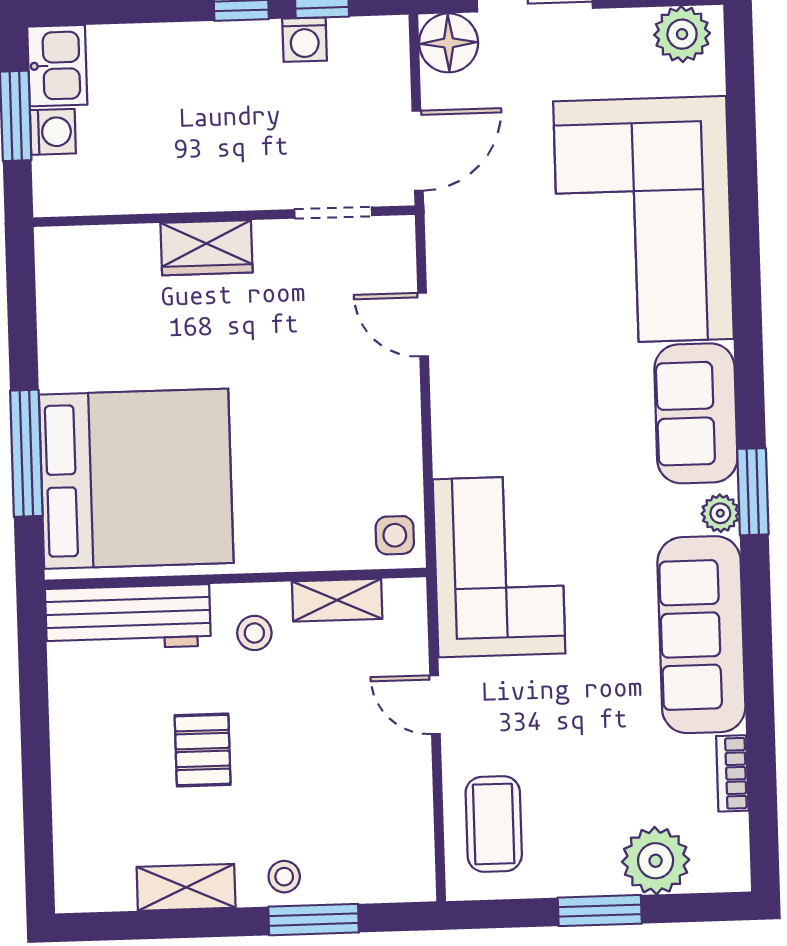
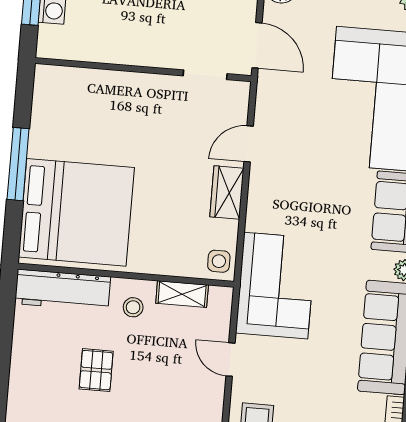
door: (418, 151) -> (257, 45), hinge flipped
wardrobe: (206, 248) -> (227, 193), moved, turned 90
door: (423, 325) -> (249, 144), hinge flipped
window: (26, 453) -> (18, 164), moved

